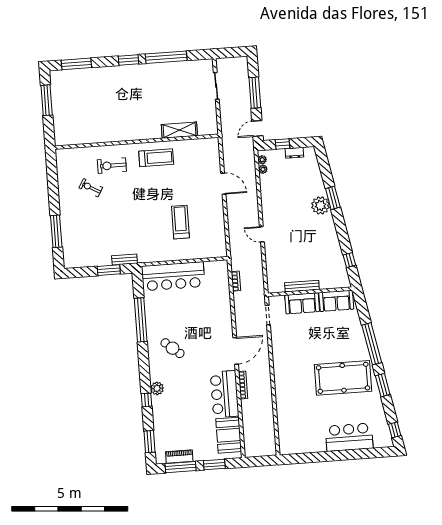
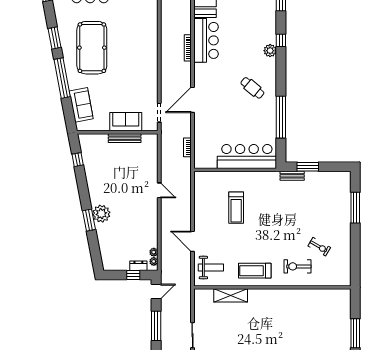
dresser: (294, 153) -> (138, 266), moved
weight bench: (202, 158) -> (211, 268), added
exercise bike: (112, 166) -> (297, 266), turned 180
sofa: (336, 301) -> (81, 105), moved, turned 79
door: (236, 351) -> (192, 100), moved
pool table: (343, 378) -> (92, 48), turned 90

